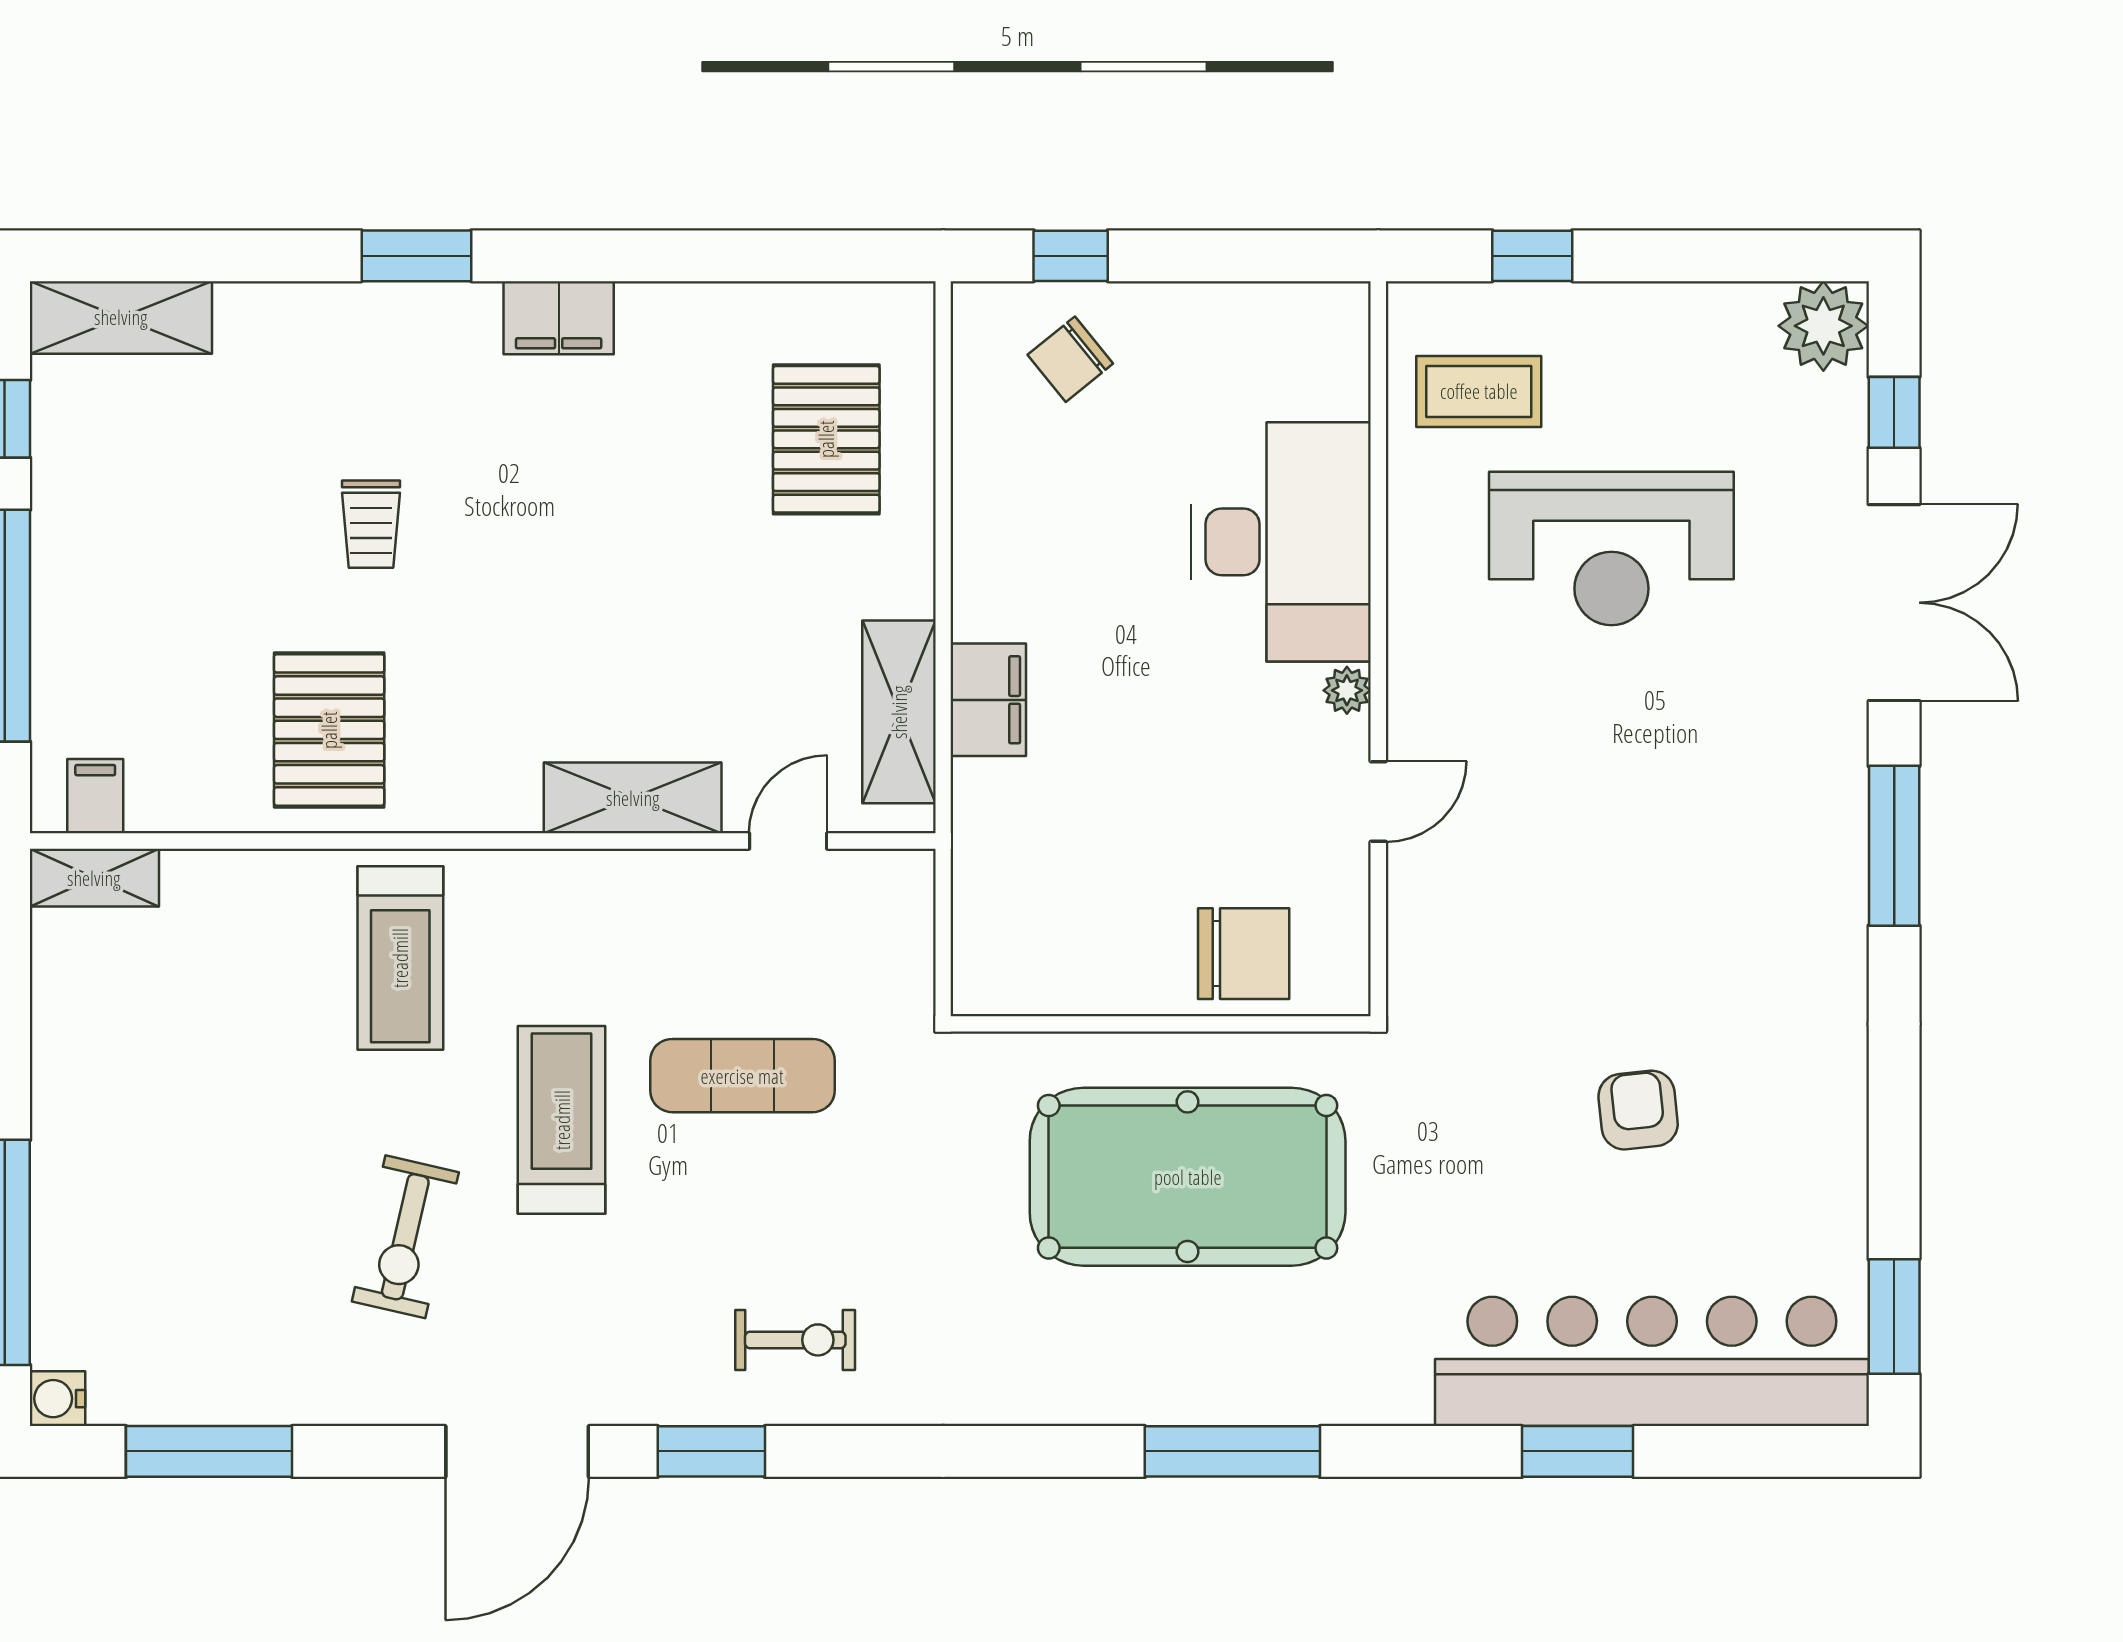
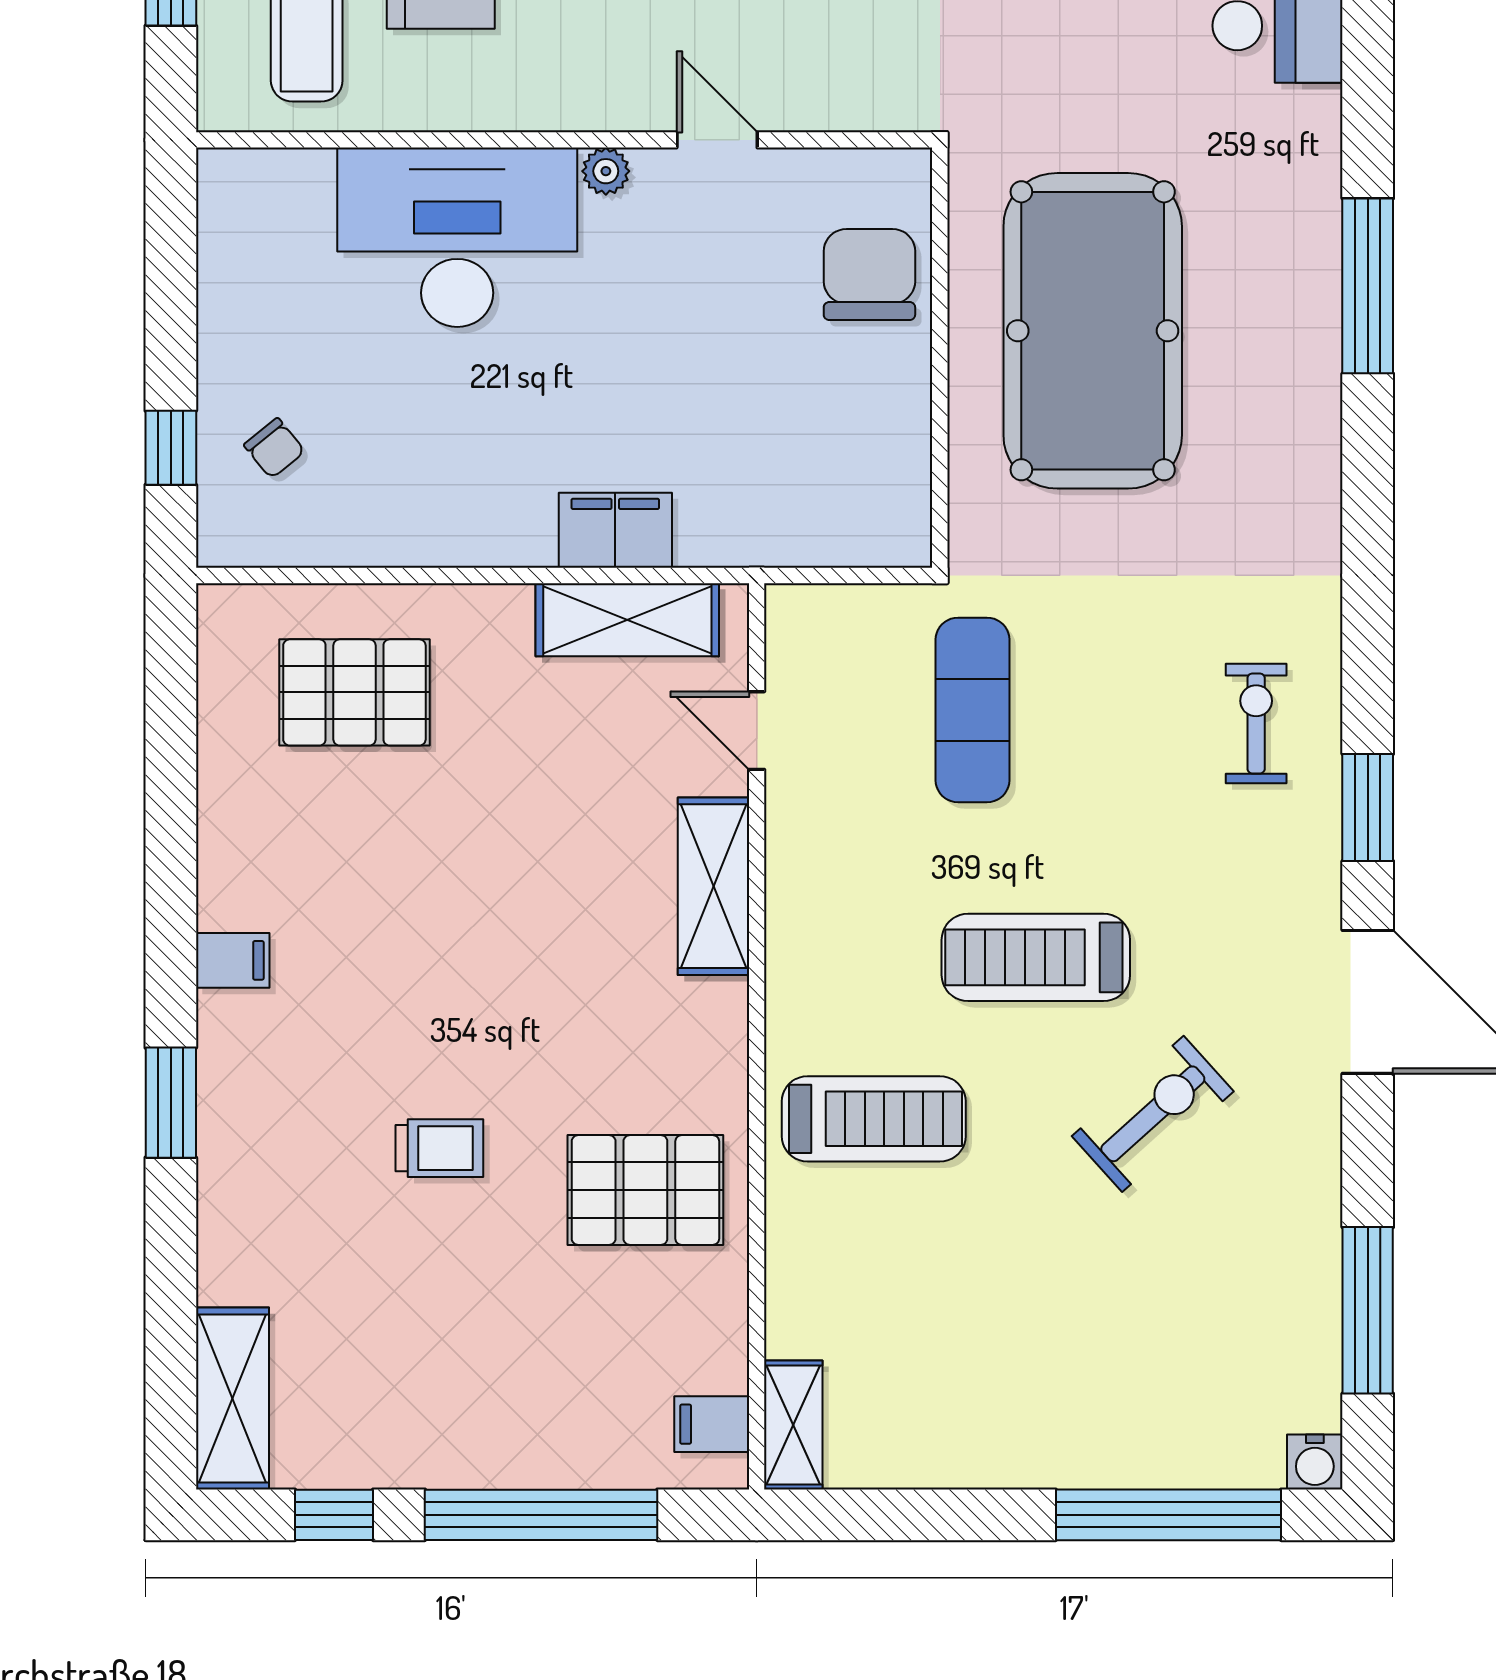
filing cabinet: (559, 318) -> (233, 960), width x0.50
chair: (1070, 359) -> (274, 448), width x0.73, depth x0.73
exercise mat: (742, 1076) -> (972, 710), moved
exercise bike: (405, 1237) -> (1153, 1114), turned -55

